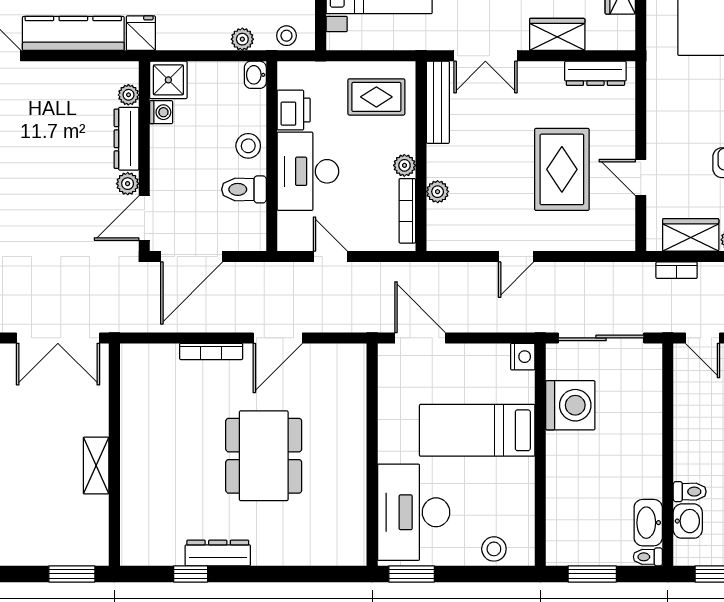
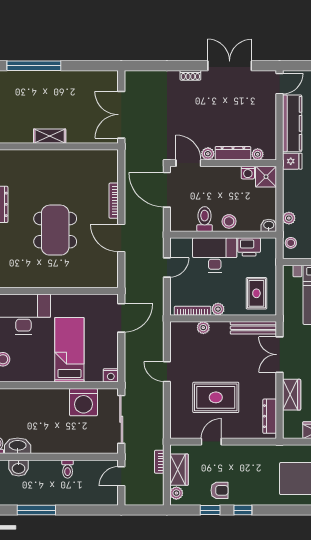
dining table: (264, 456) -> (55, 230), turned 90
toilet: (690, 492) -> (68, 469), moved

